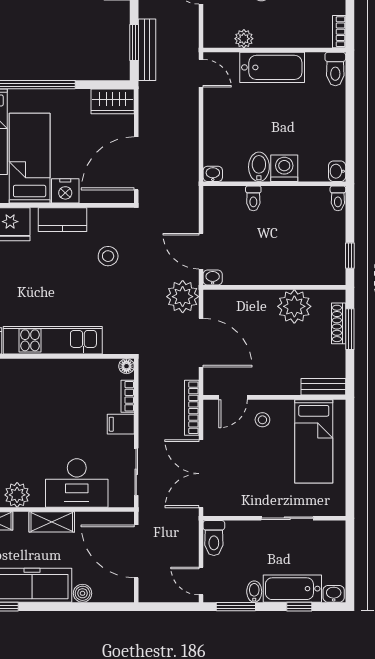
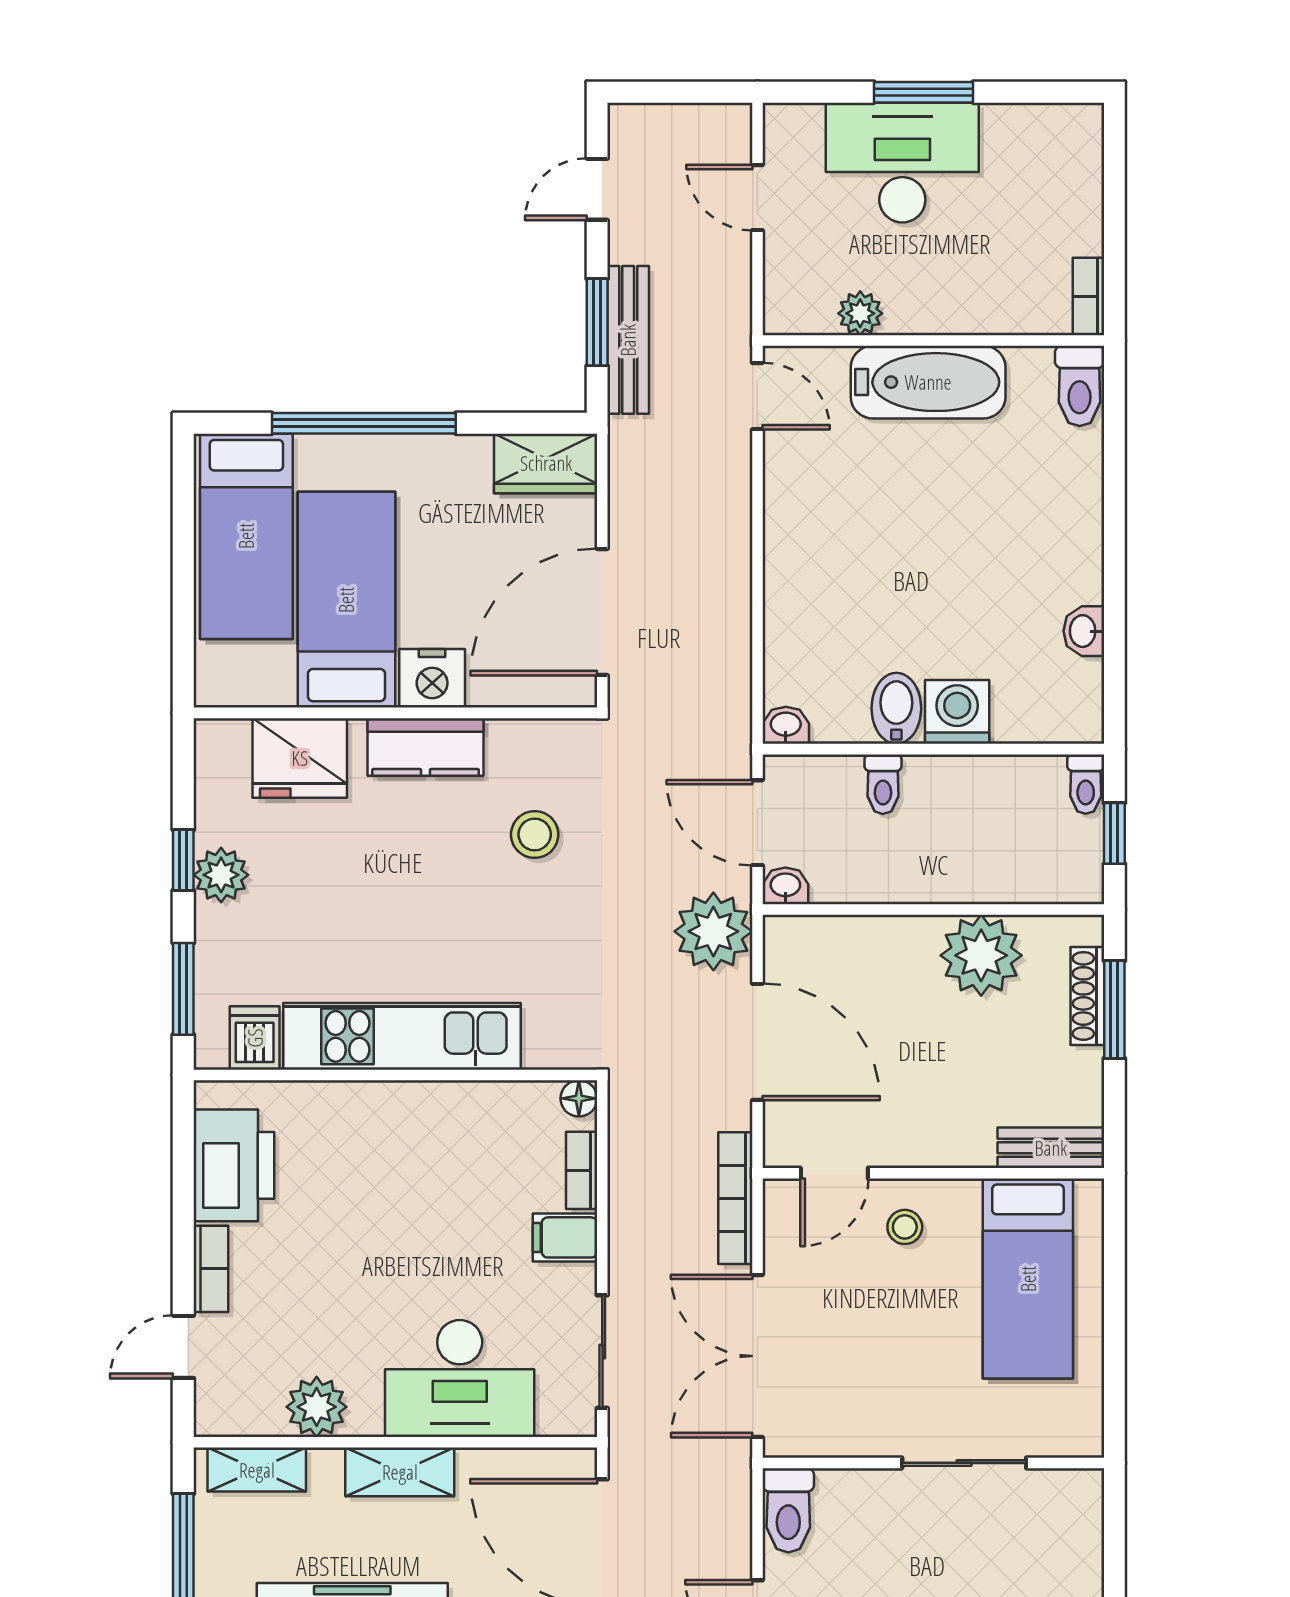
bidet: (259, 167) -> (896, 708), moved
washing machine: (284, 168) -> (957, 712), moved
washbasin: (213, 174) -> (786, 725), moved
wall: (274, 184) -> (933, 749), moved
toilet: (253, 198) -> (883, 784), moved
toilet: (338, 198) -> (1086, 784), moved

